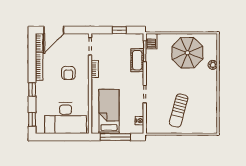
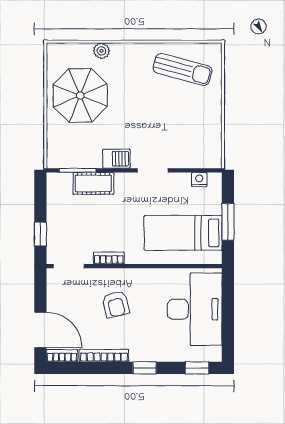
window: (119, 30) -> (40, 234), moved
barbecue: (151, 41) -> (116, 159), moved
armchair: (68, 73) -> (116, 304), turned 77
sun lounger: (179, 110) -> (183, 69), moved
window: (115, 137) -> (228, 222), width x0.69

